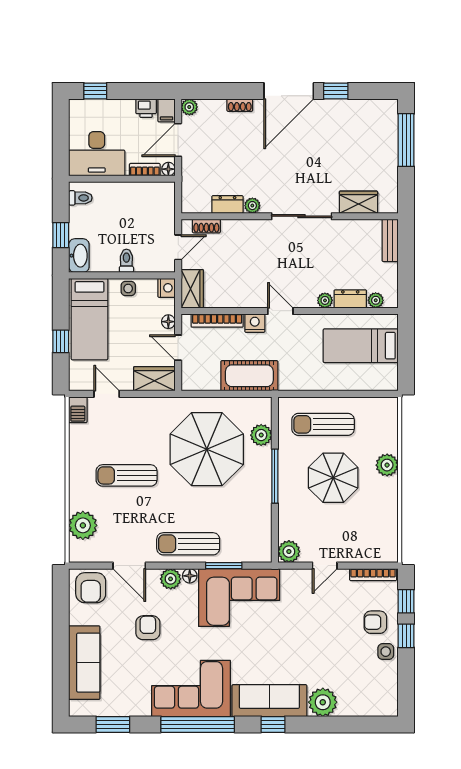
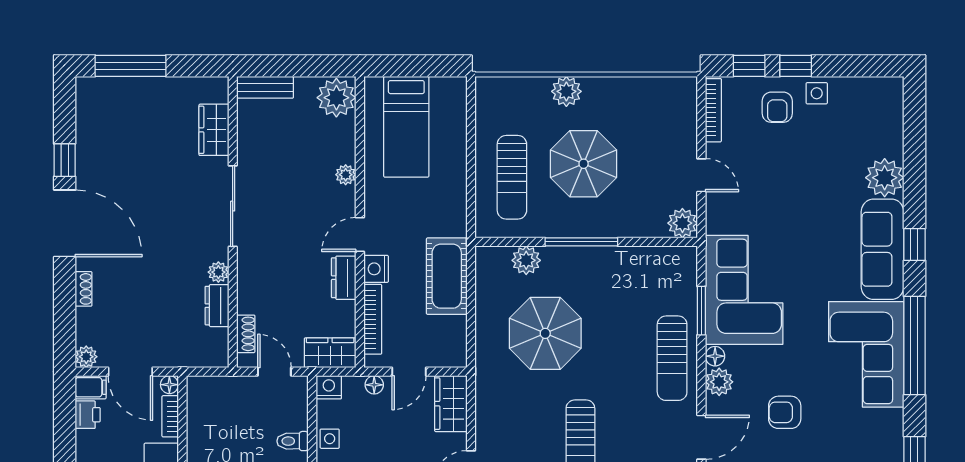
dresser: (350, 299) -> (344, 278), moved
plant: (376, 300) -> (336, 98), width x1.88, depth x1.88
parasol: (207, 449) -> (545, 333), width x0.73, depth x0.73

